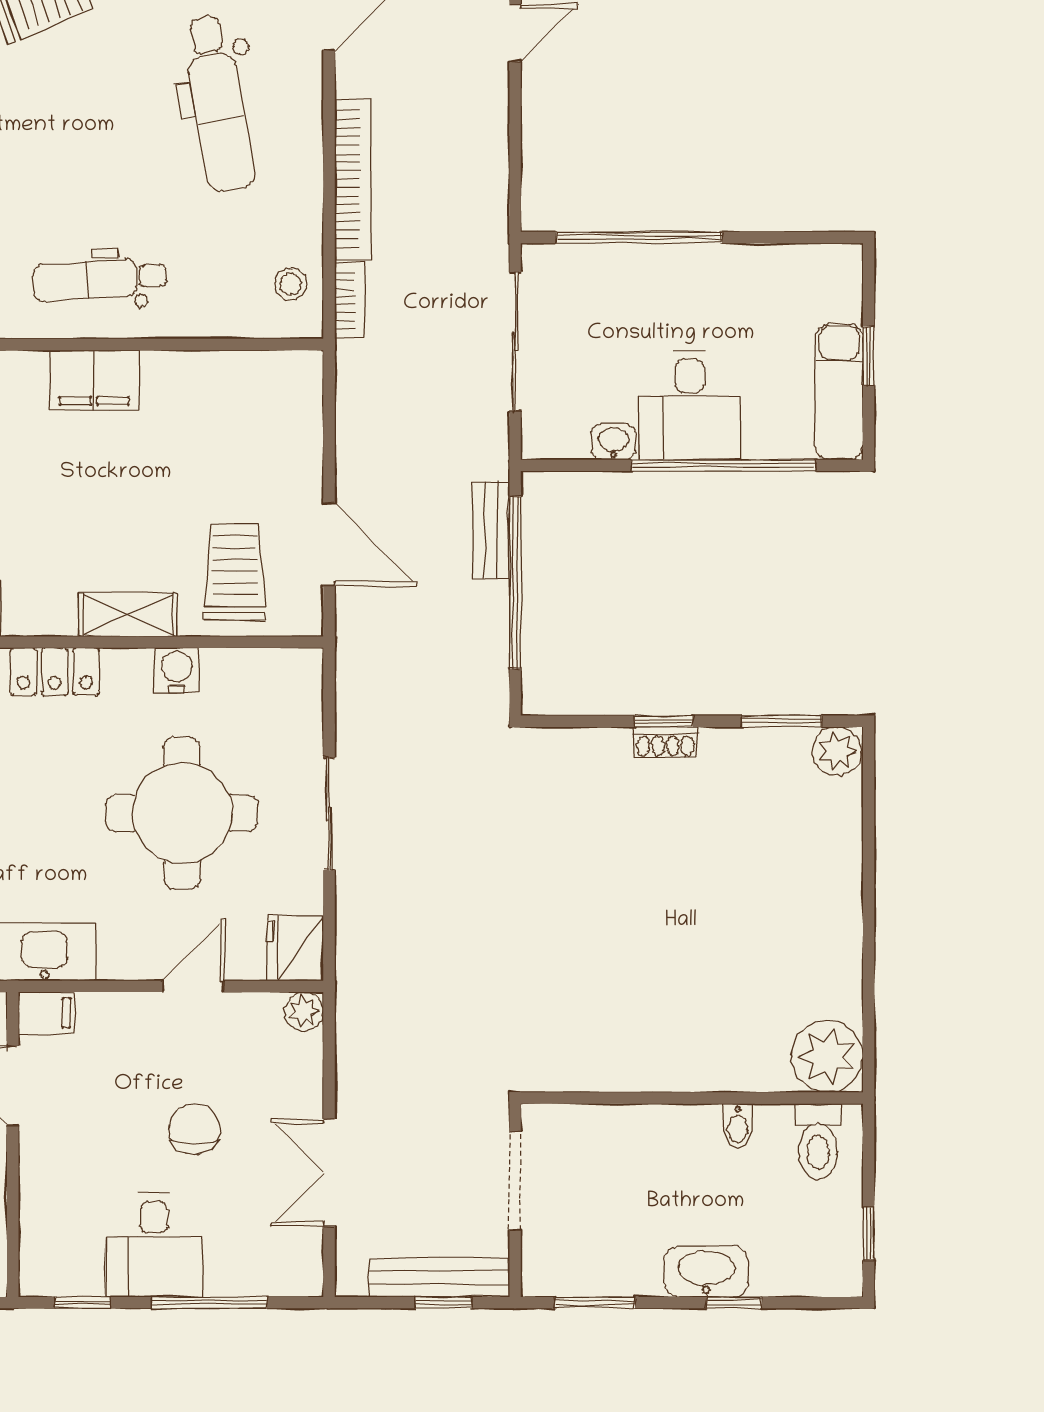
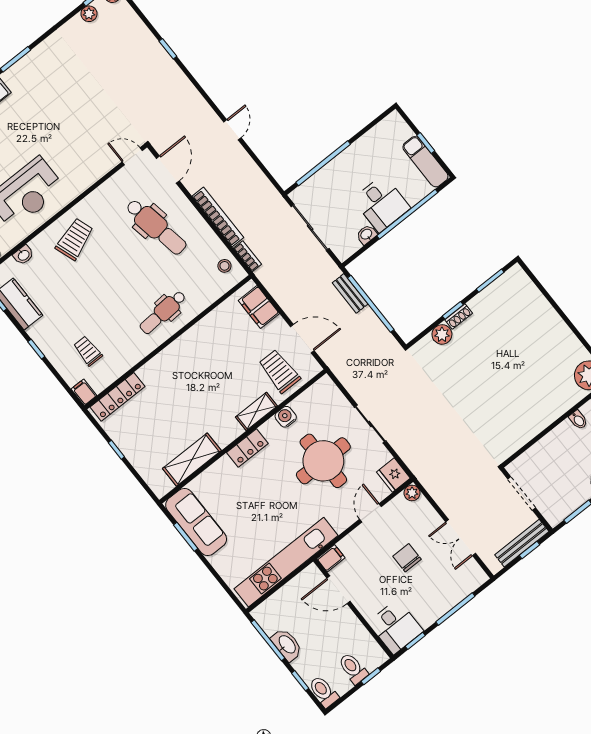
filing cabinet: (94, 380) -> (259, 307), moved, turned 90
plant: (837, 751) -> (442, 334), moved
desk: (154, 1245) -> (396, 627), moved

